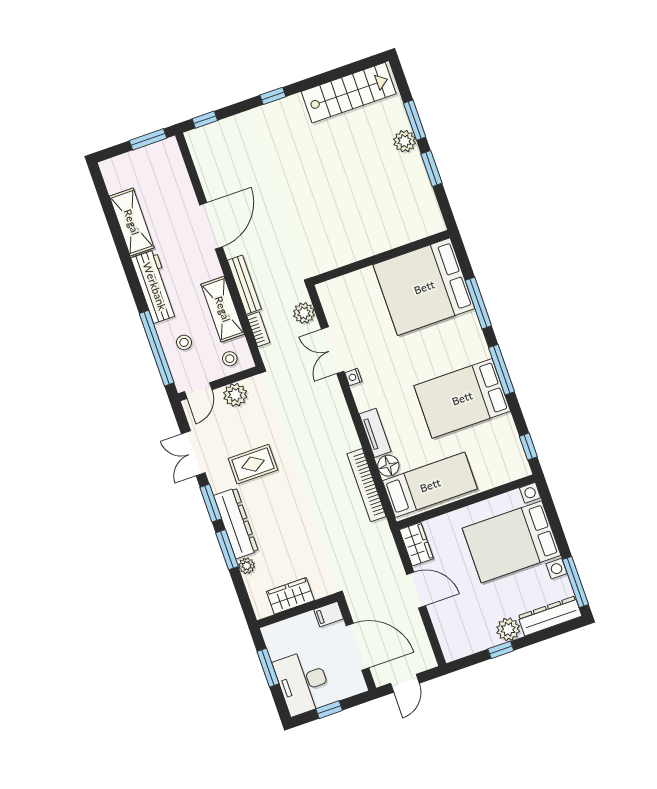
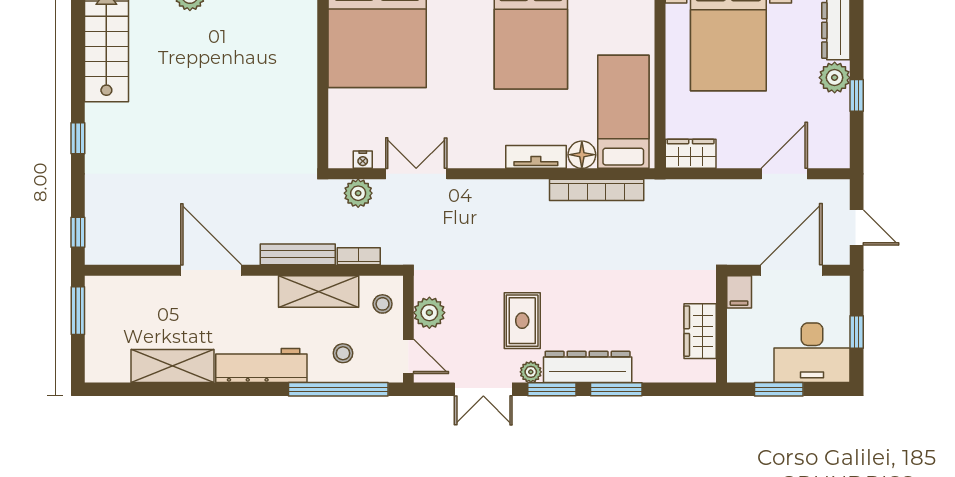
double door: (333, 350) -> (416, 174), swing flipped
nightstand: (353, 377) -> (363, 160), moved
plant: (247, 566) -> (531, 372), moved
door: (416, 590) -> (784, 174), moved

